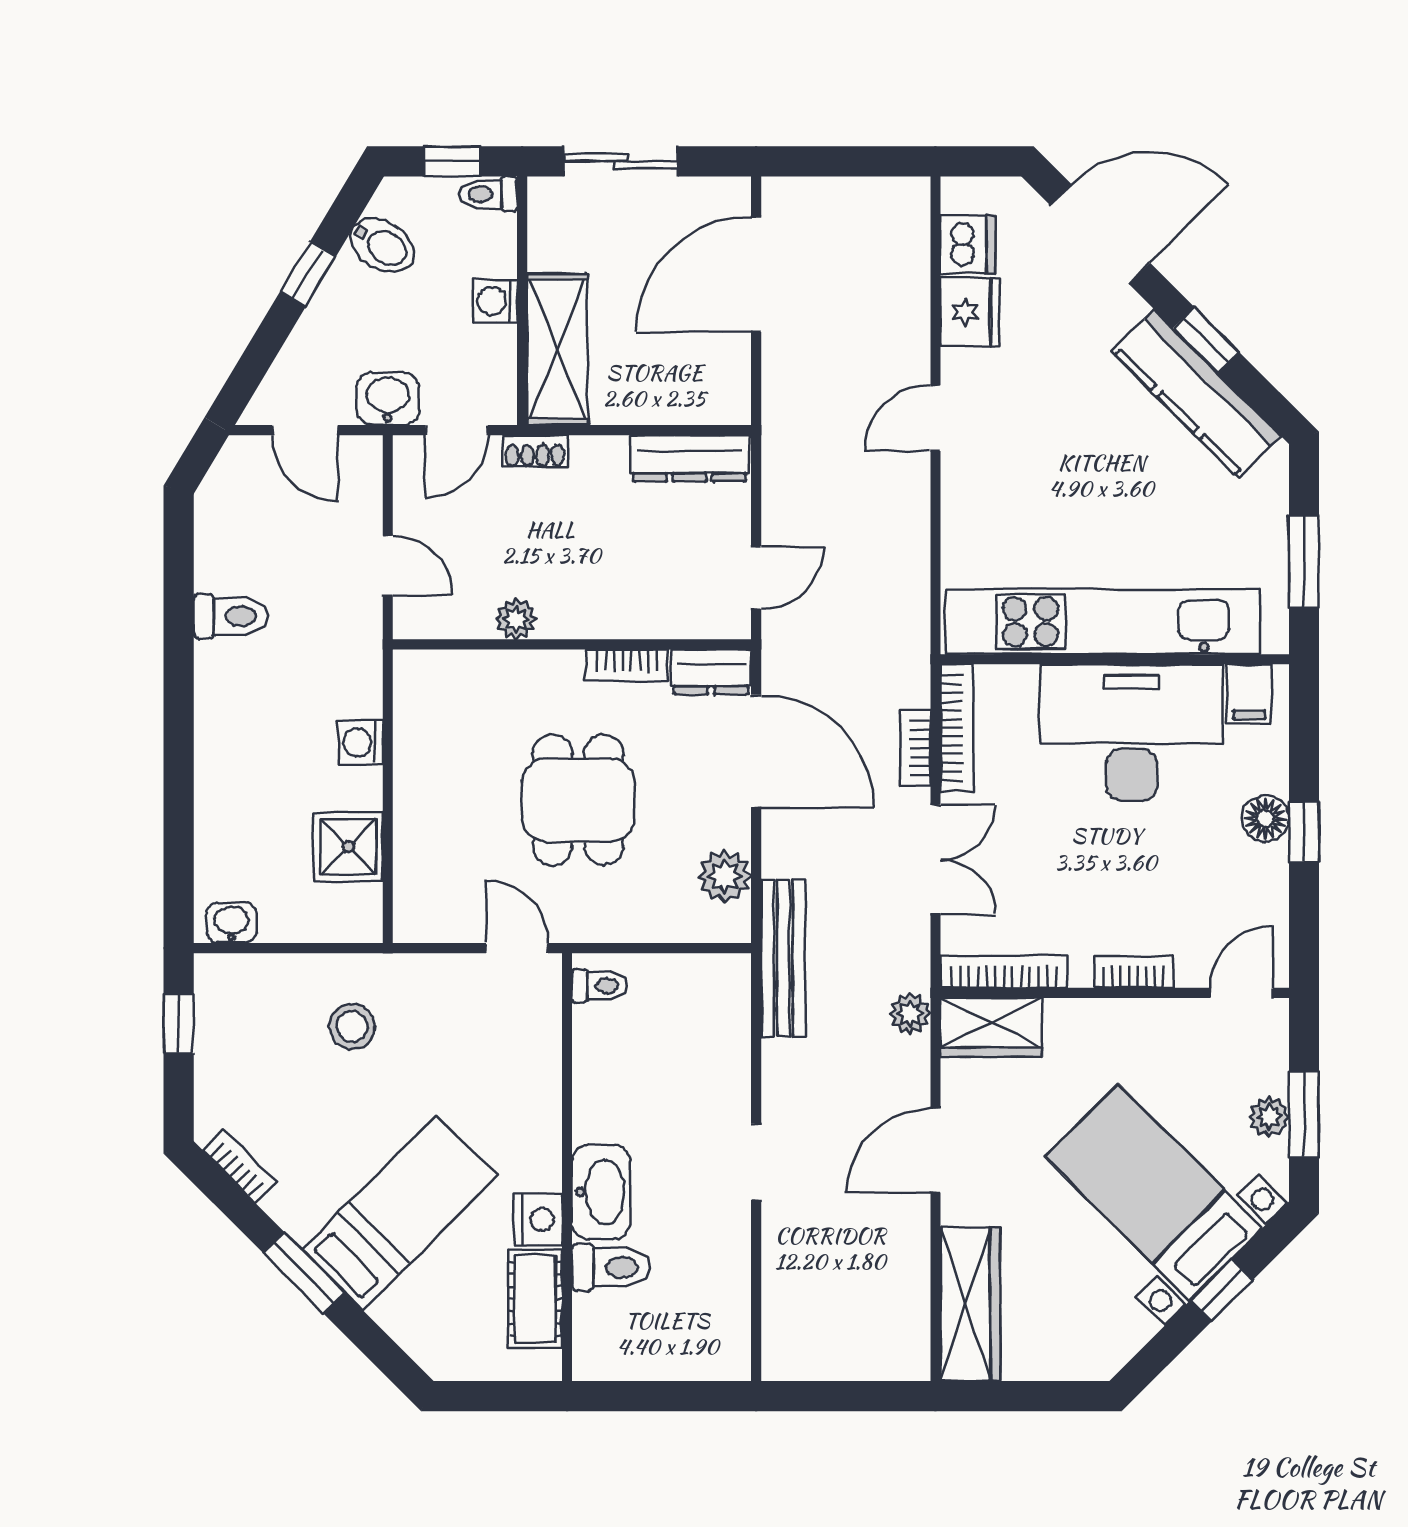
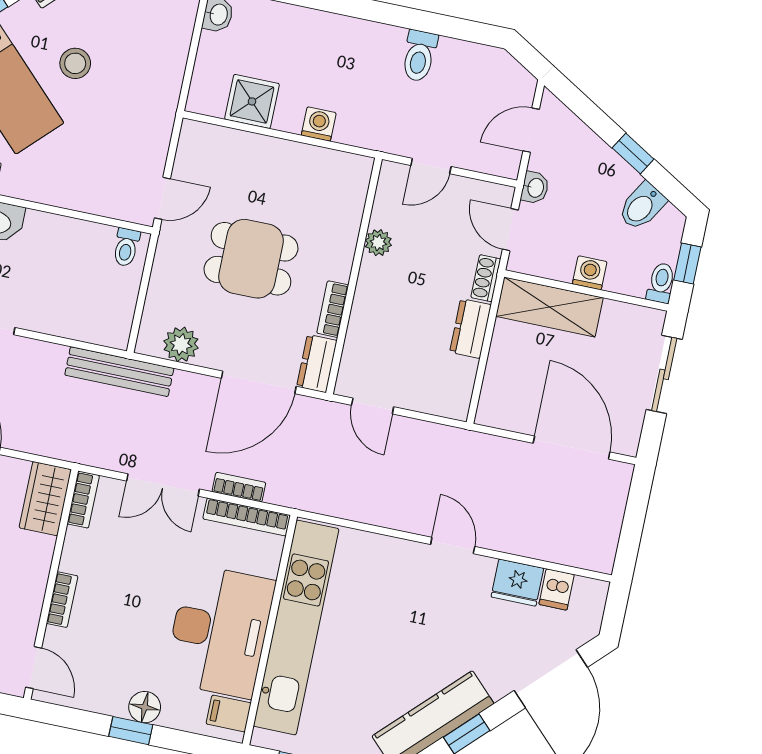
dishwasher: (968, 245) -> (557, 589), width x0.73
washbasin: (388, 399) -> (535, 188), width x0.72, depth x0.69
dresser: (690, 458) -> (470, 328), moved, width x0.70
bookcase: (1004, 972) -> (83, 500), width x0.64
plant: (910, 1014) -> (65, 447), removed
stool: (352, 1027) -> (75, 63), moved

